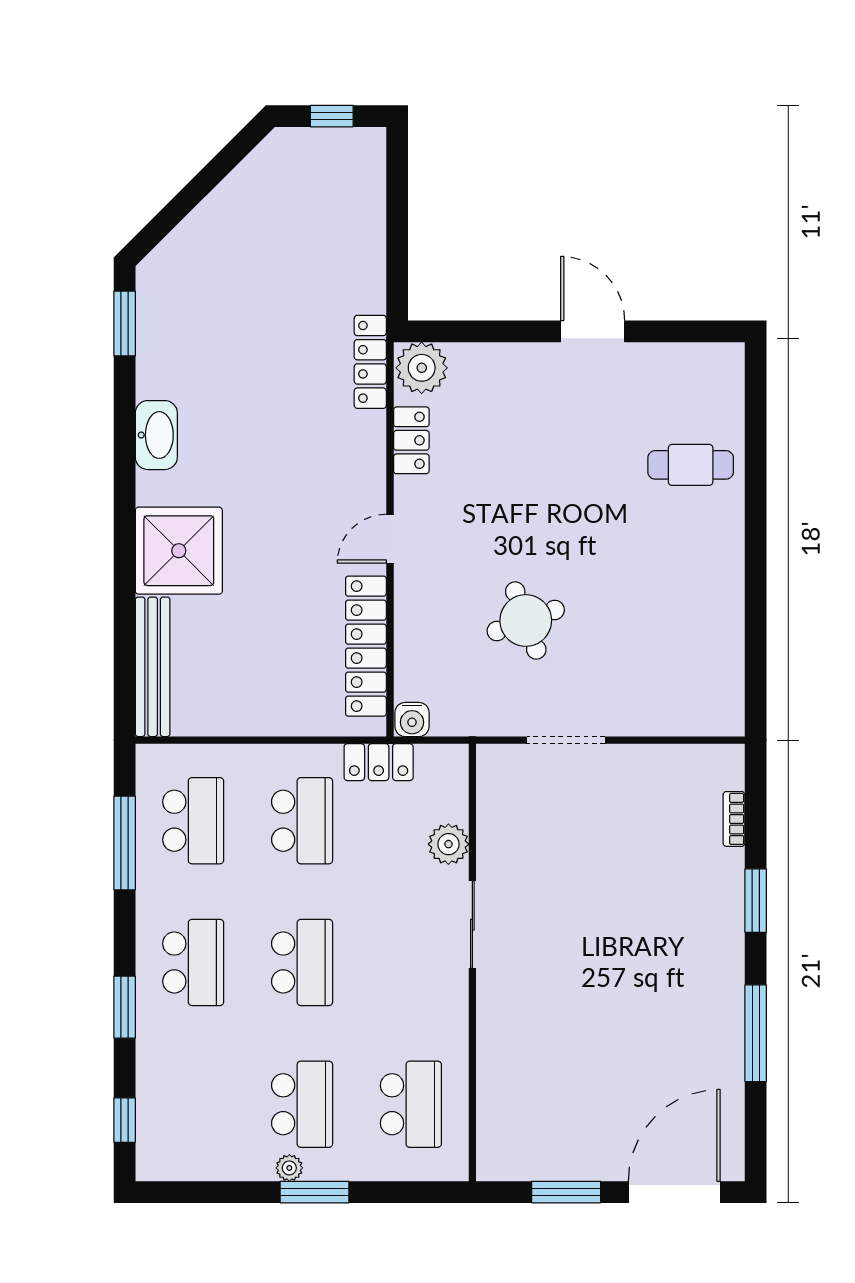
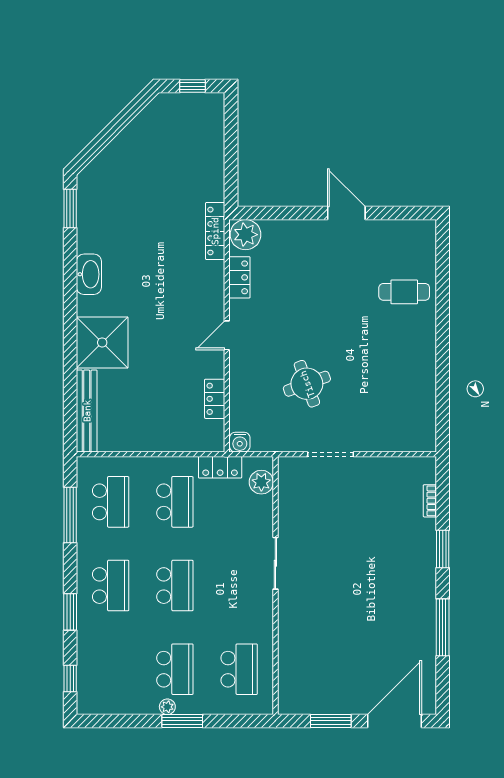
locker: (366, 646) -> (215, 399), width x0.46, depth x0.83
plant: (448, 844) -> (261, 482), moved

